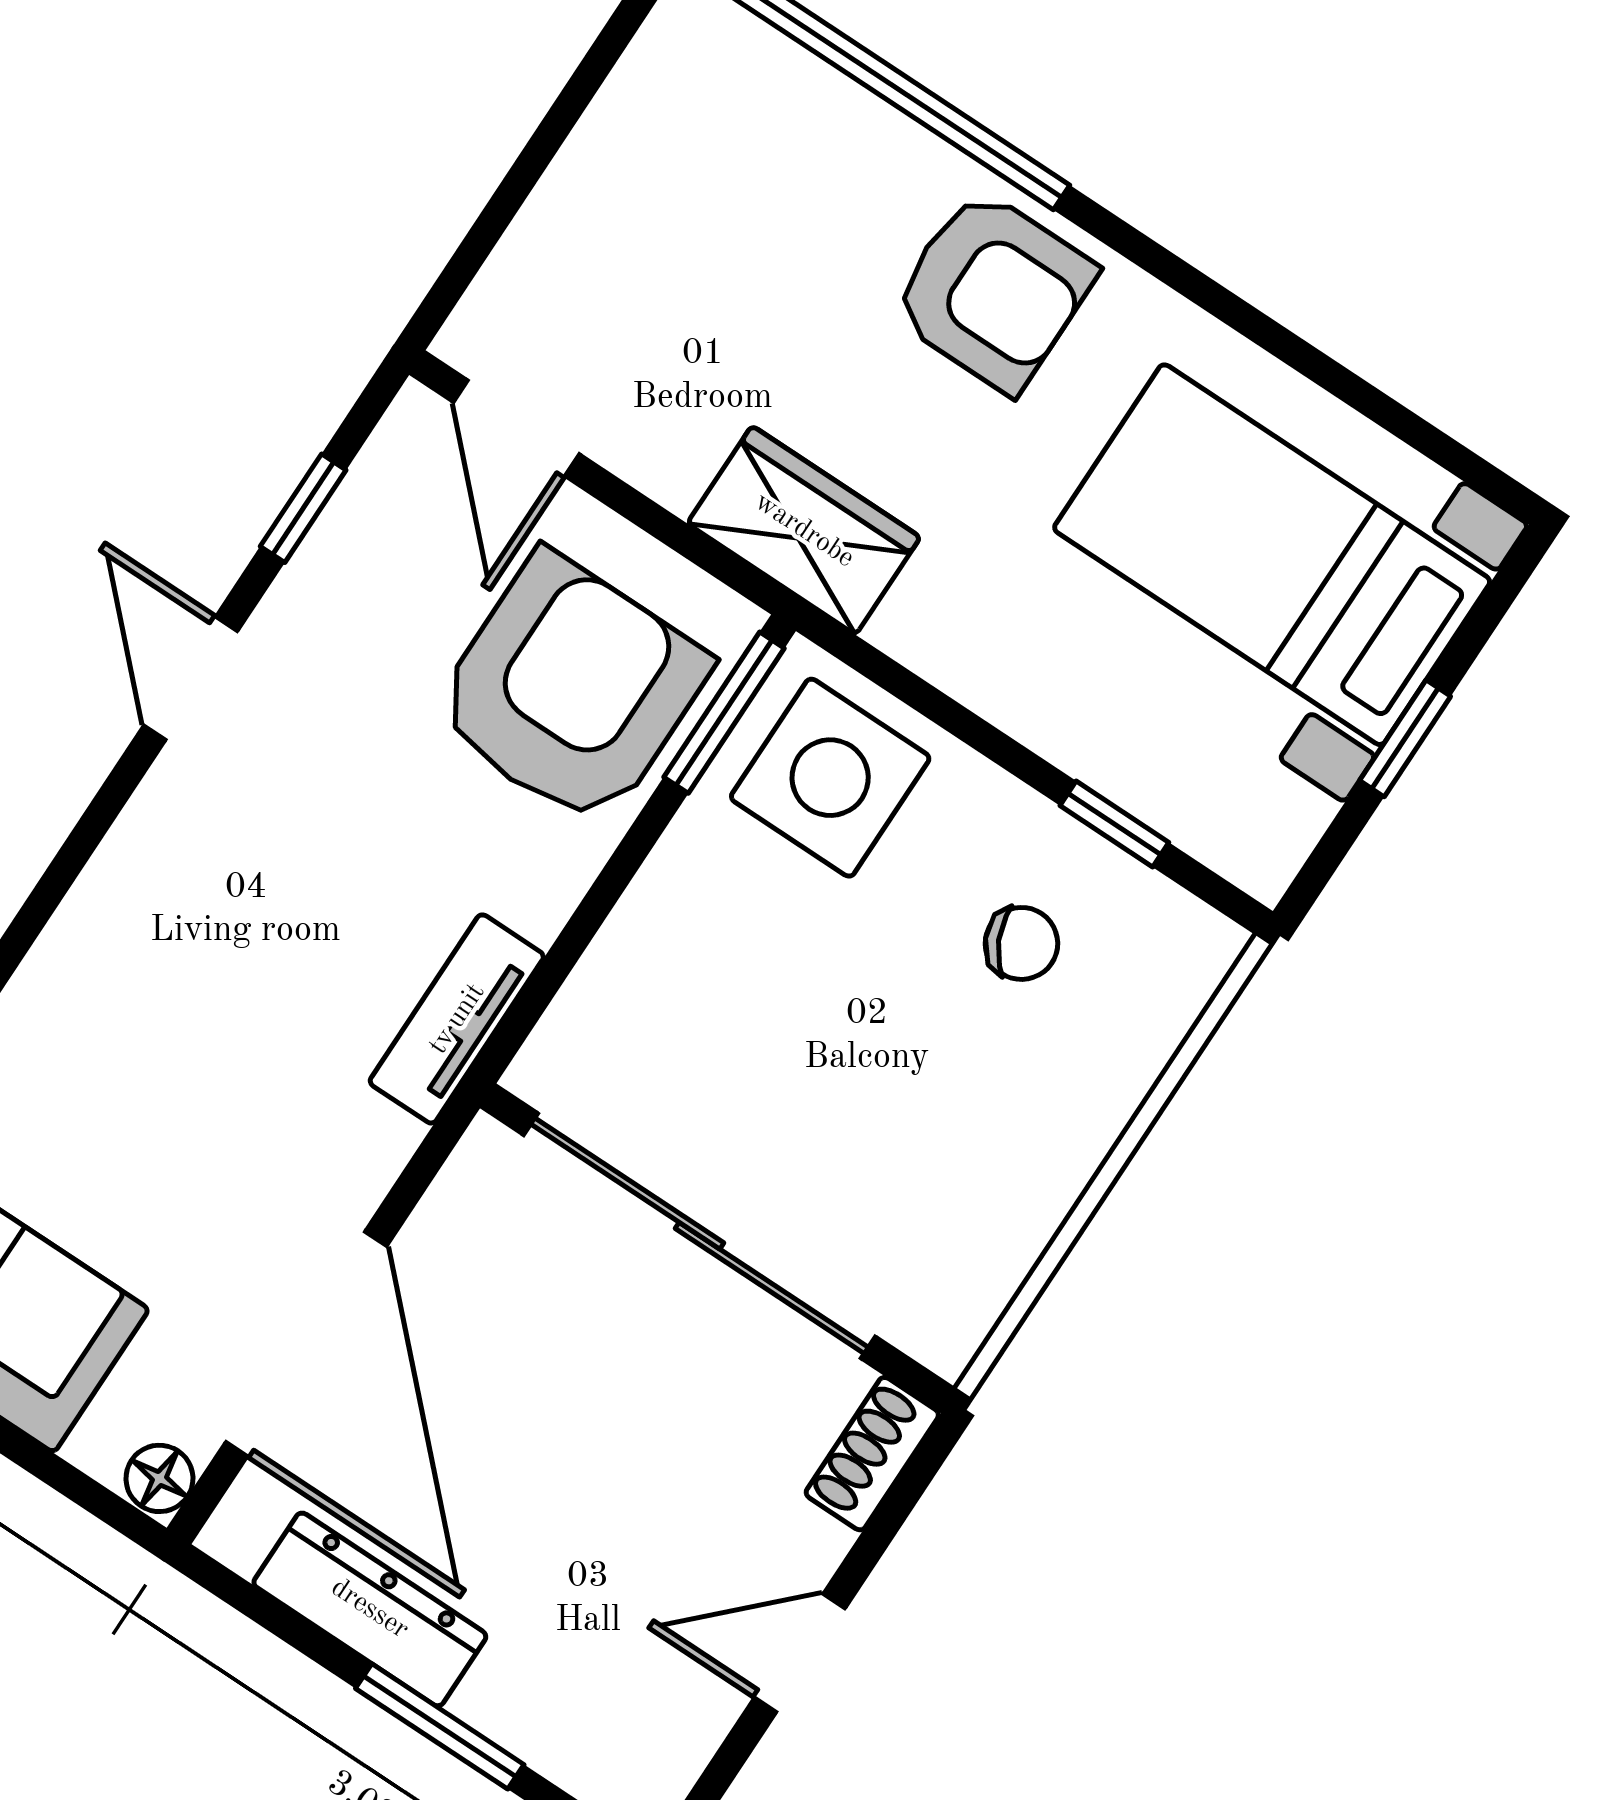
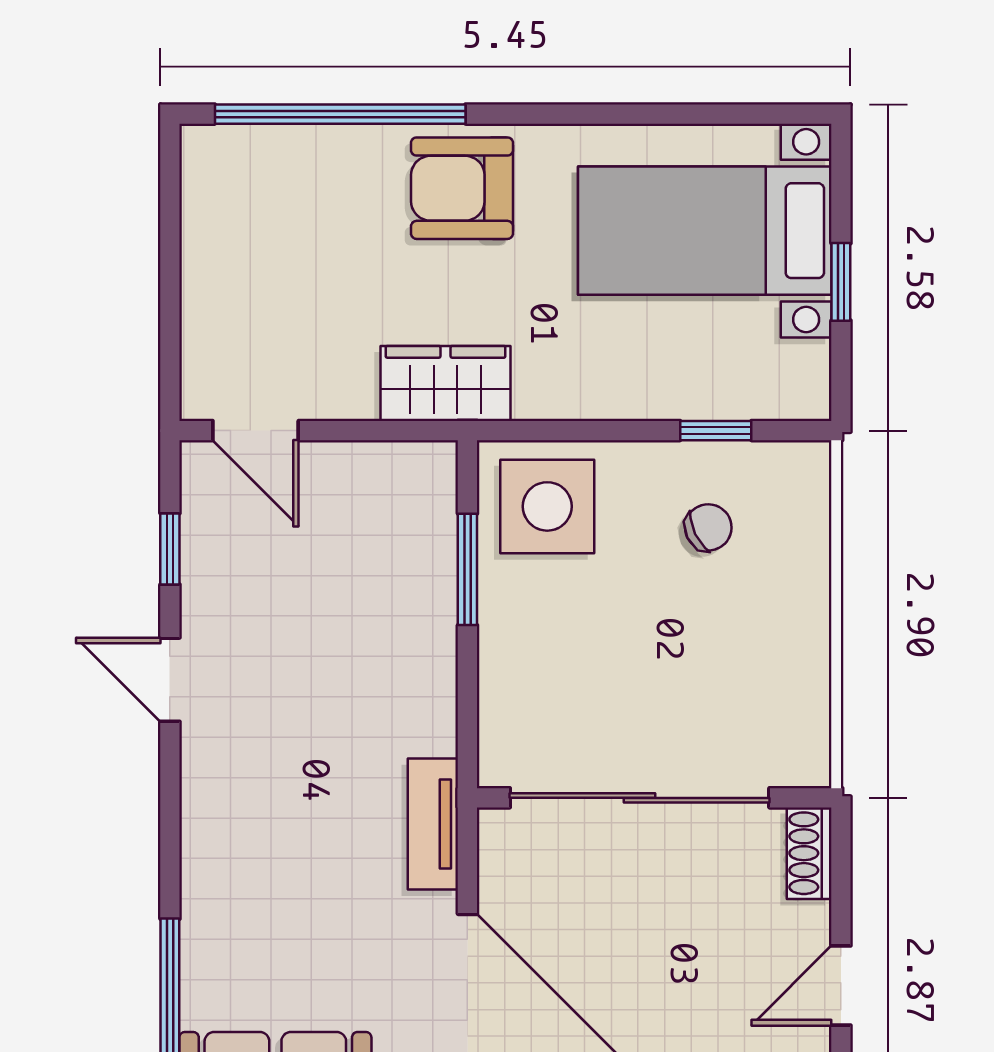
armchair: (993, 291) -> (462, 188), turned 180
armchair: (570, 690) -> (377, 551), removed
window: (724, 713) -> (467, 569), moved
tv unit: (457, 1019) -> (433, 824), moved

